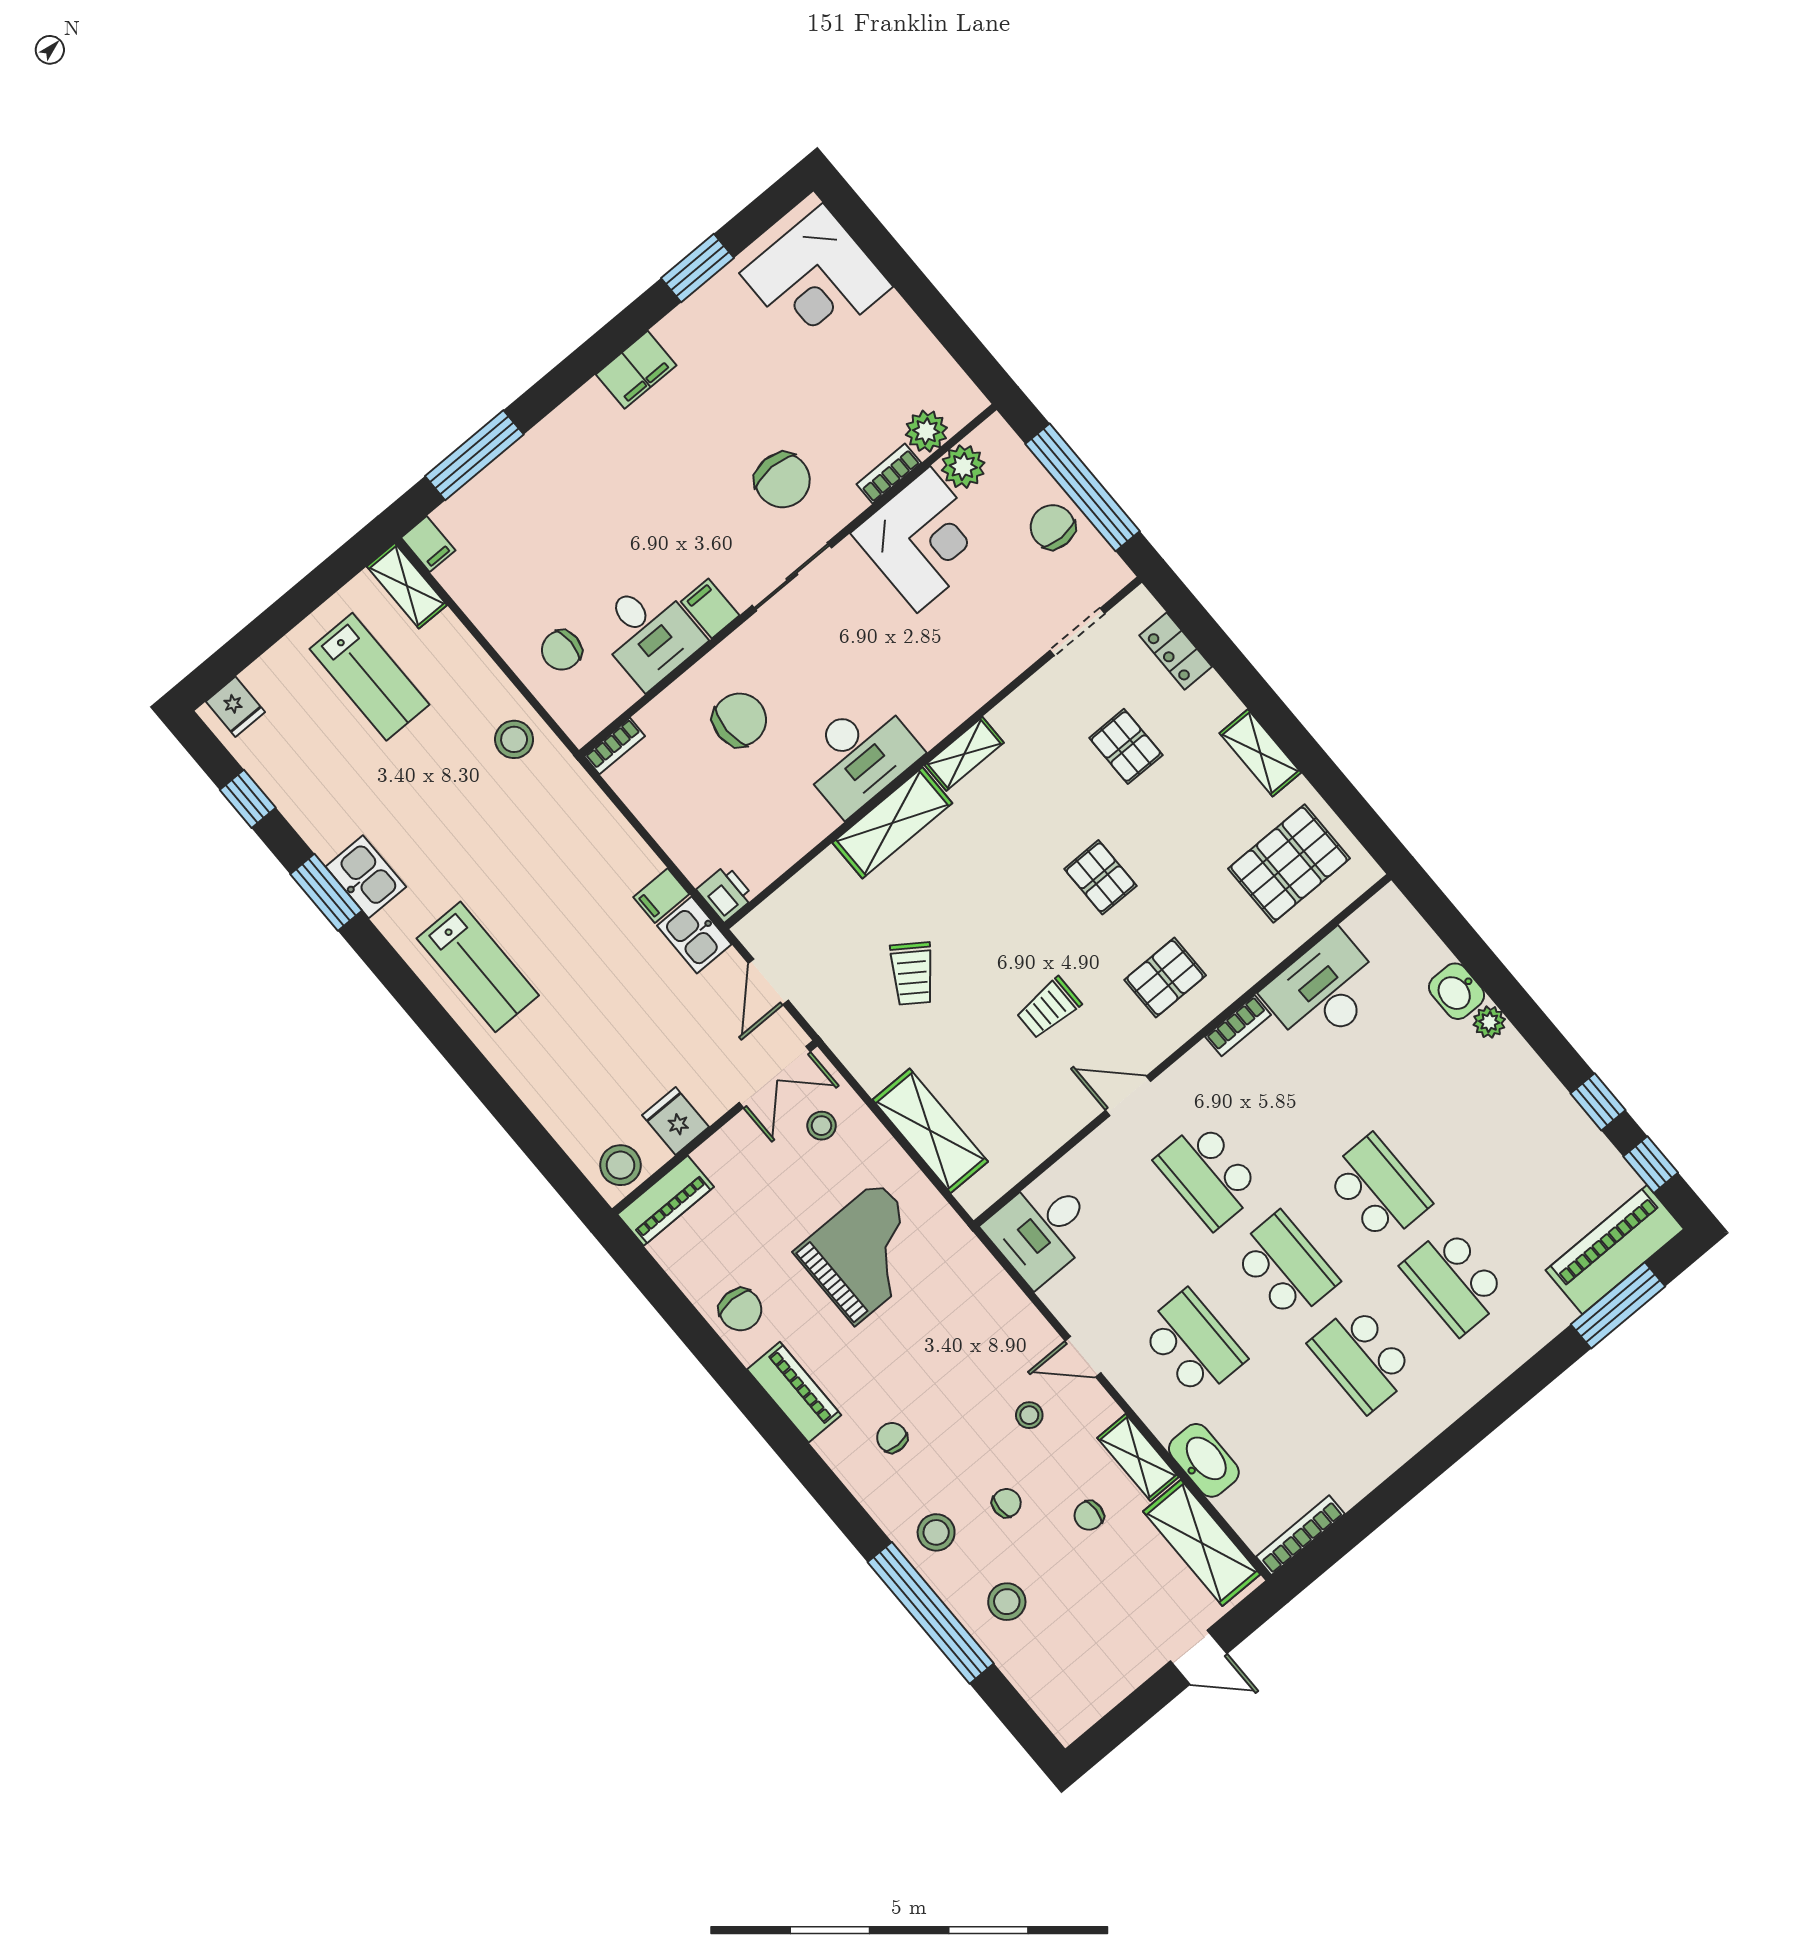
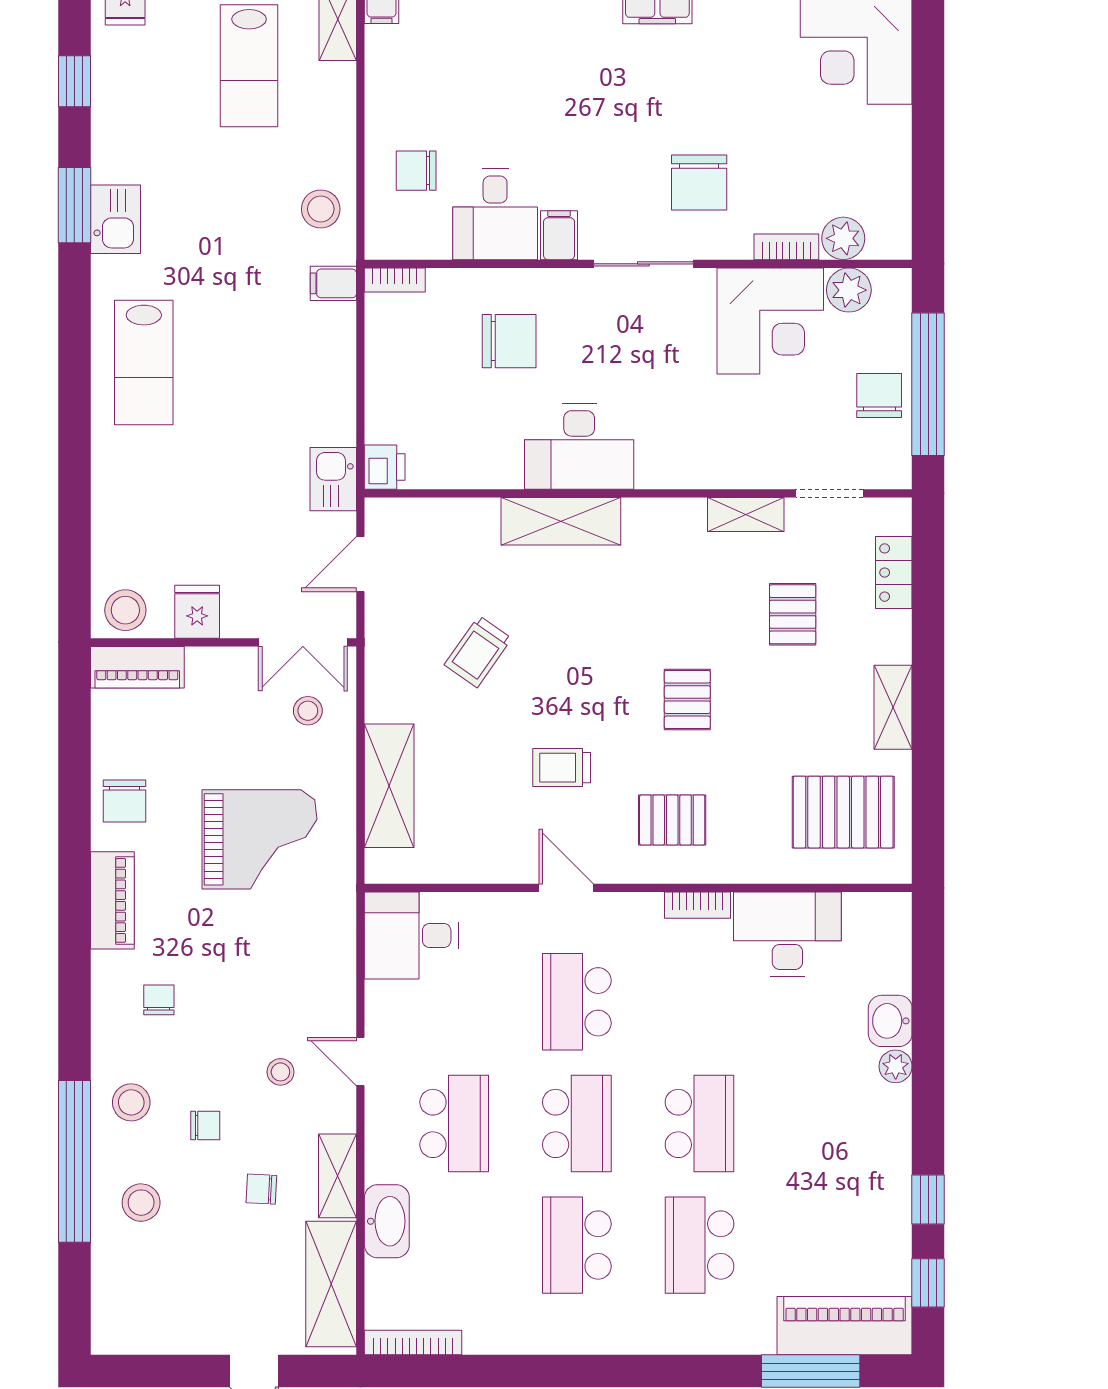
shelving: (964, 754) -> (746, 515), moved
filing cabinet: (661, 896) -> (333, 283), moved

